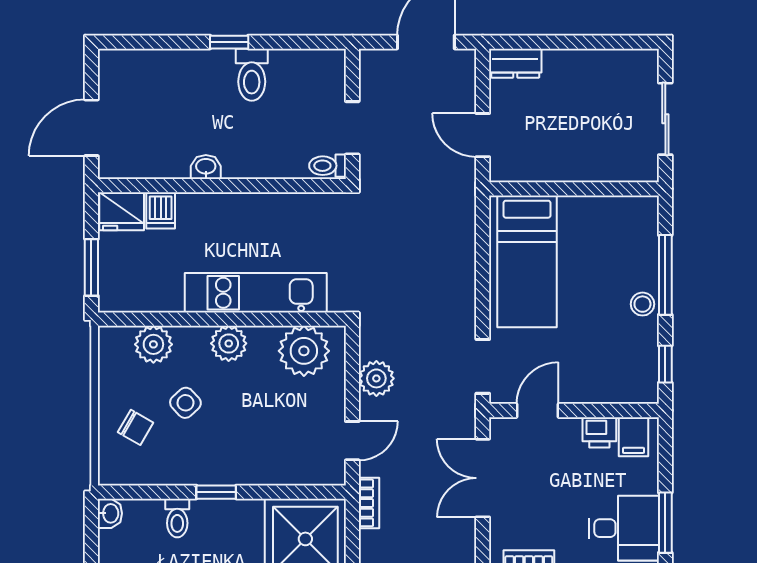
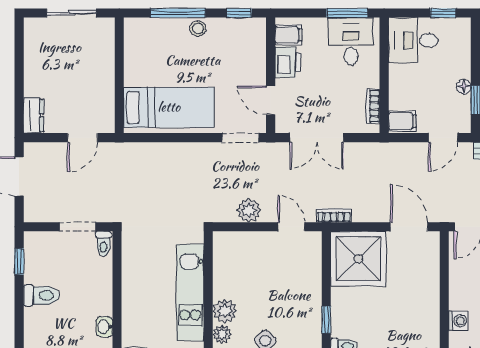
window: (229, 42) -> (19, 262), moved
plant: (304, 351) -> (222, 334), moved, width x0.53, depth x0.53
printer: (599, 432) -> (288, 62), width x1.36, depth x1.24

